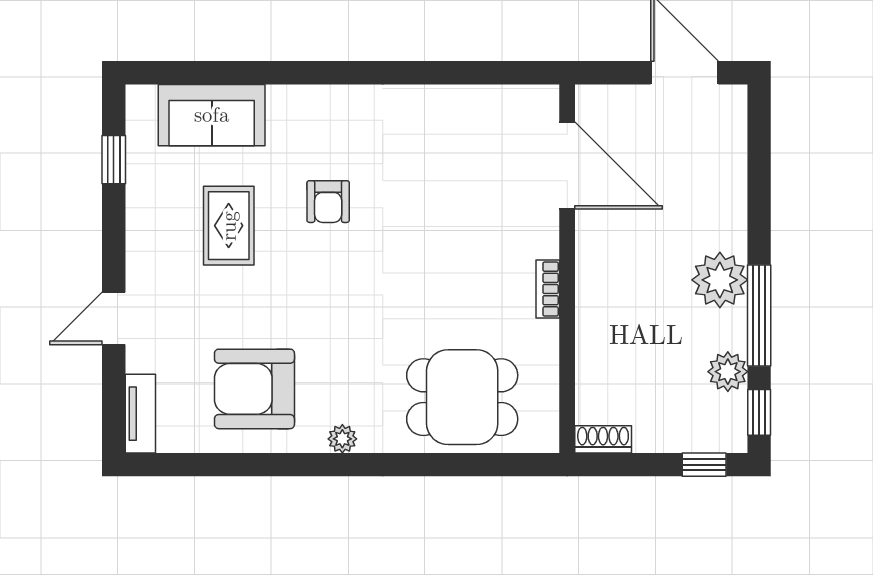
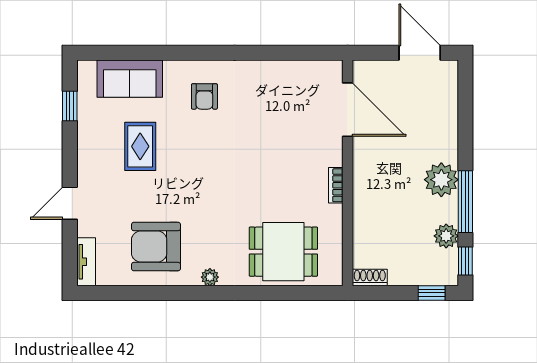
armchair: (328, 202) -> (204, 96), moved

